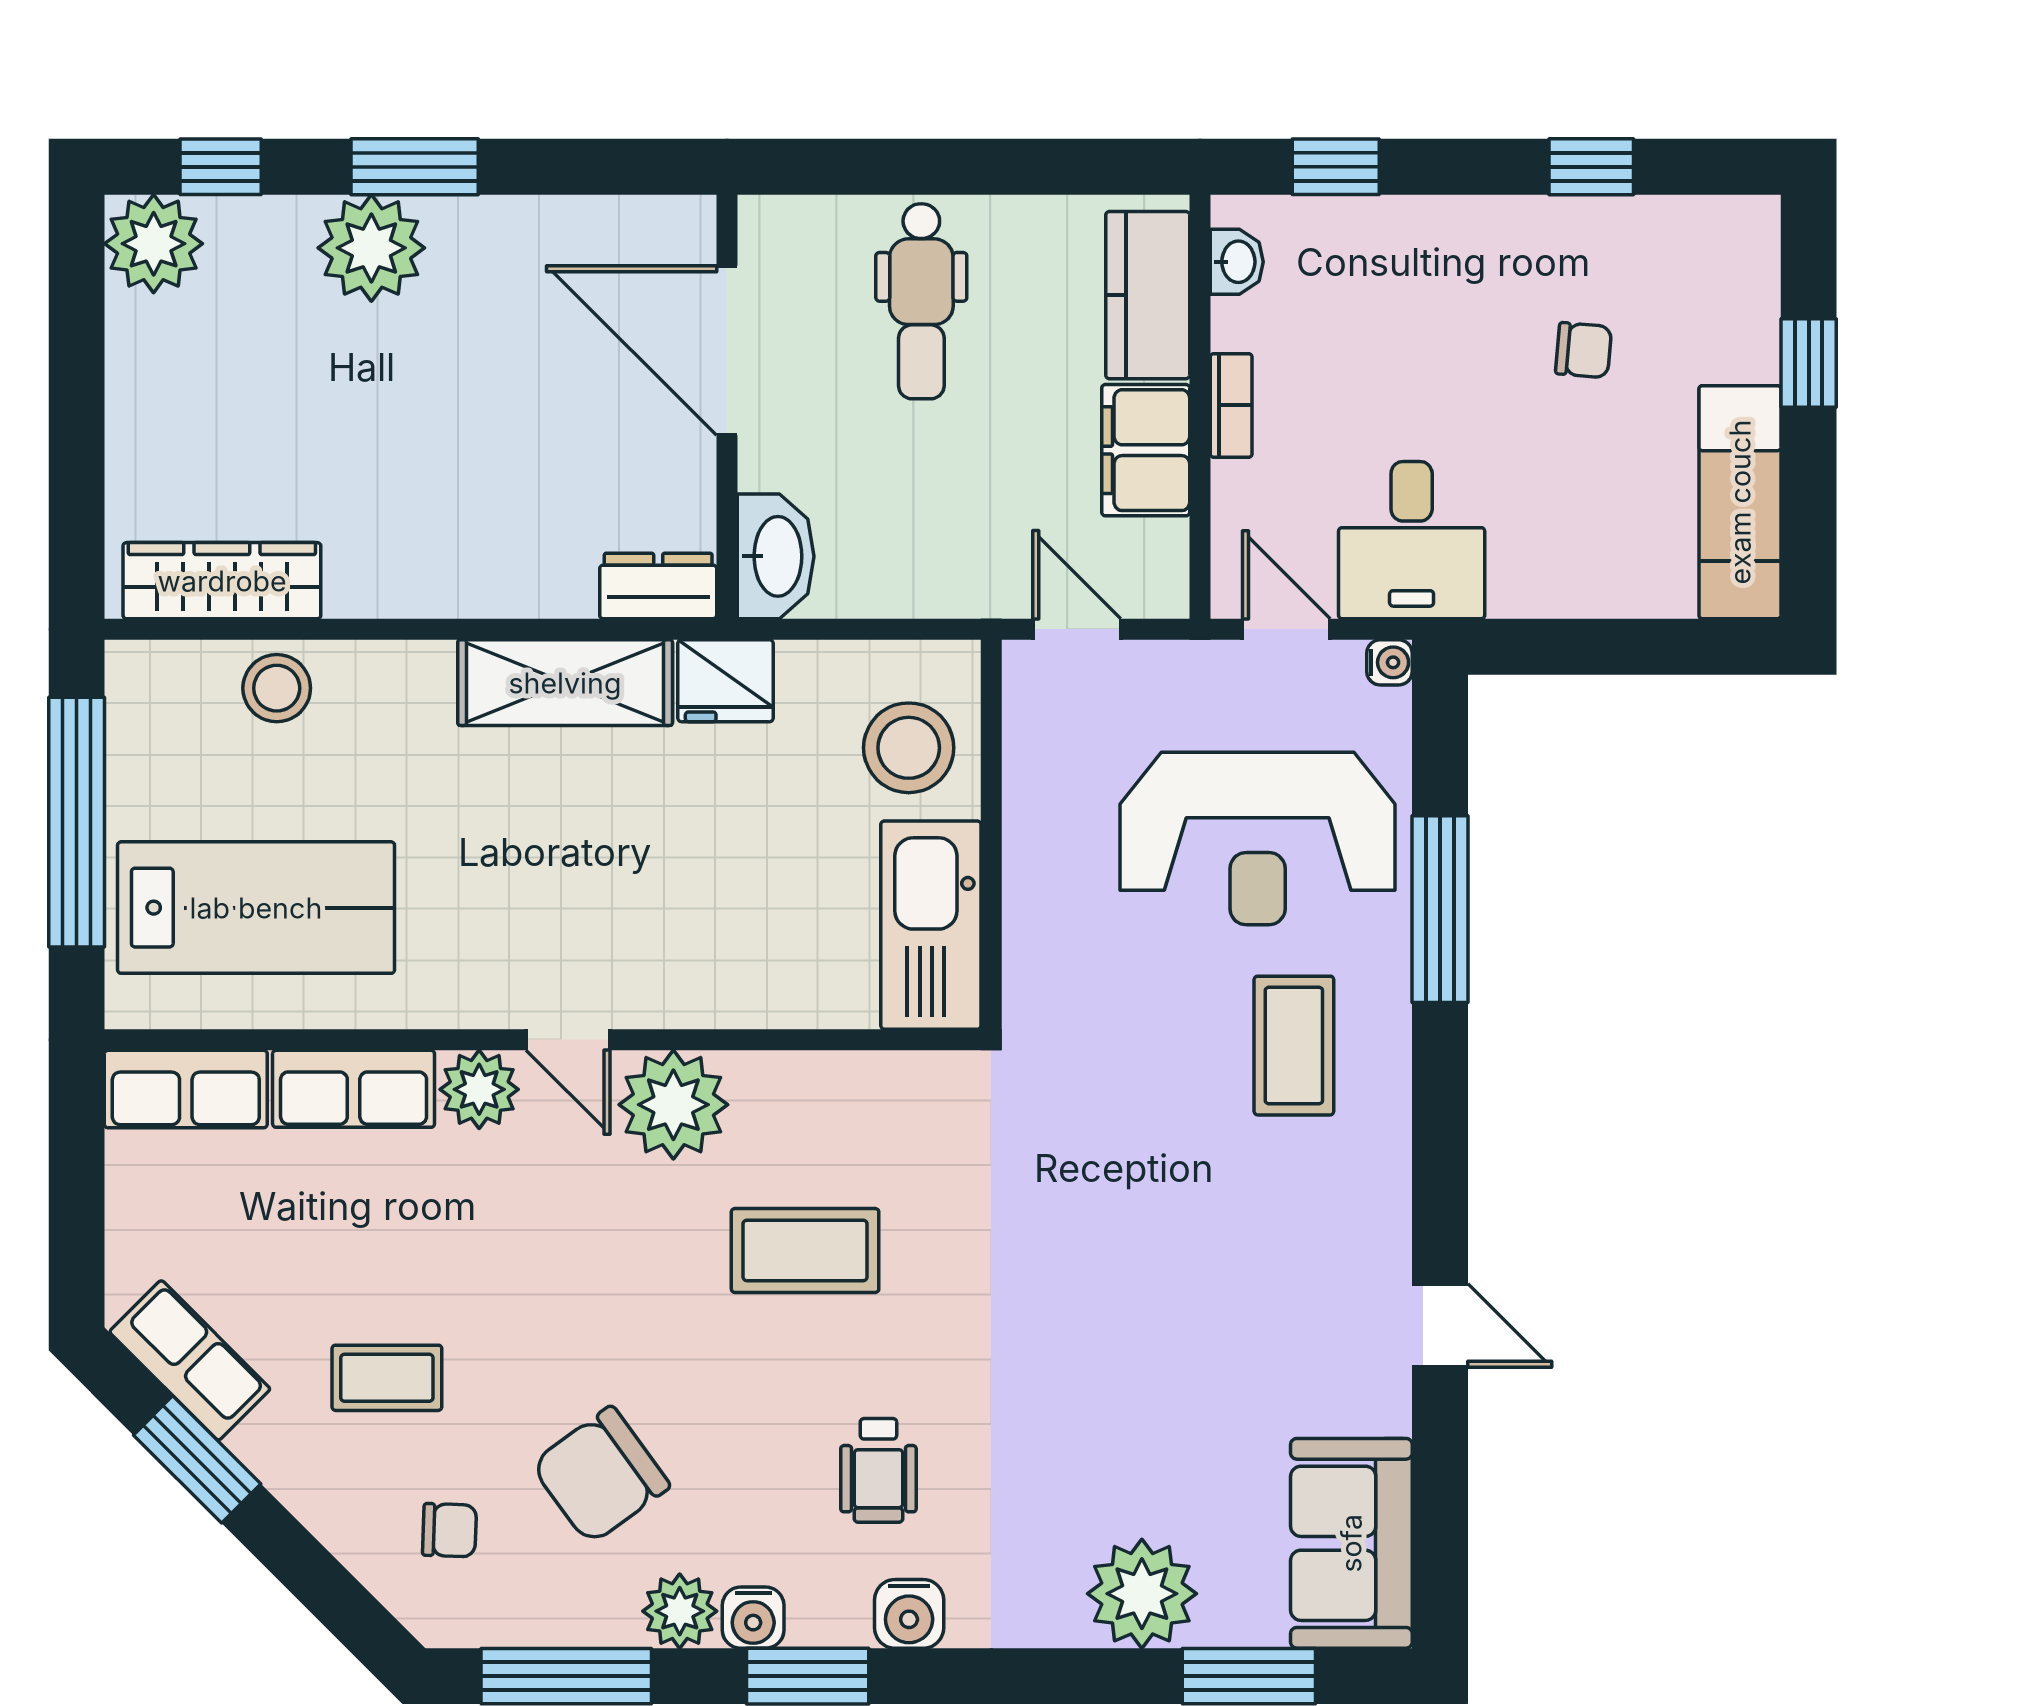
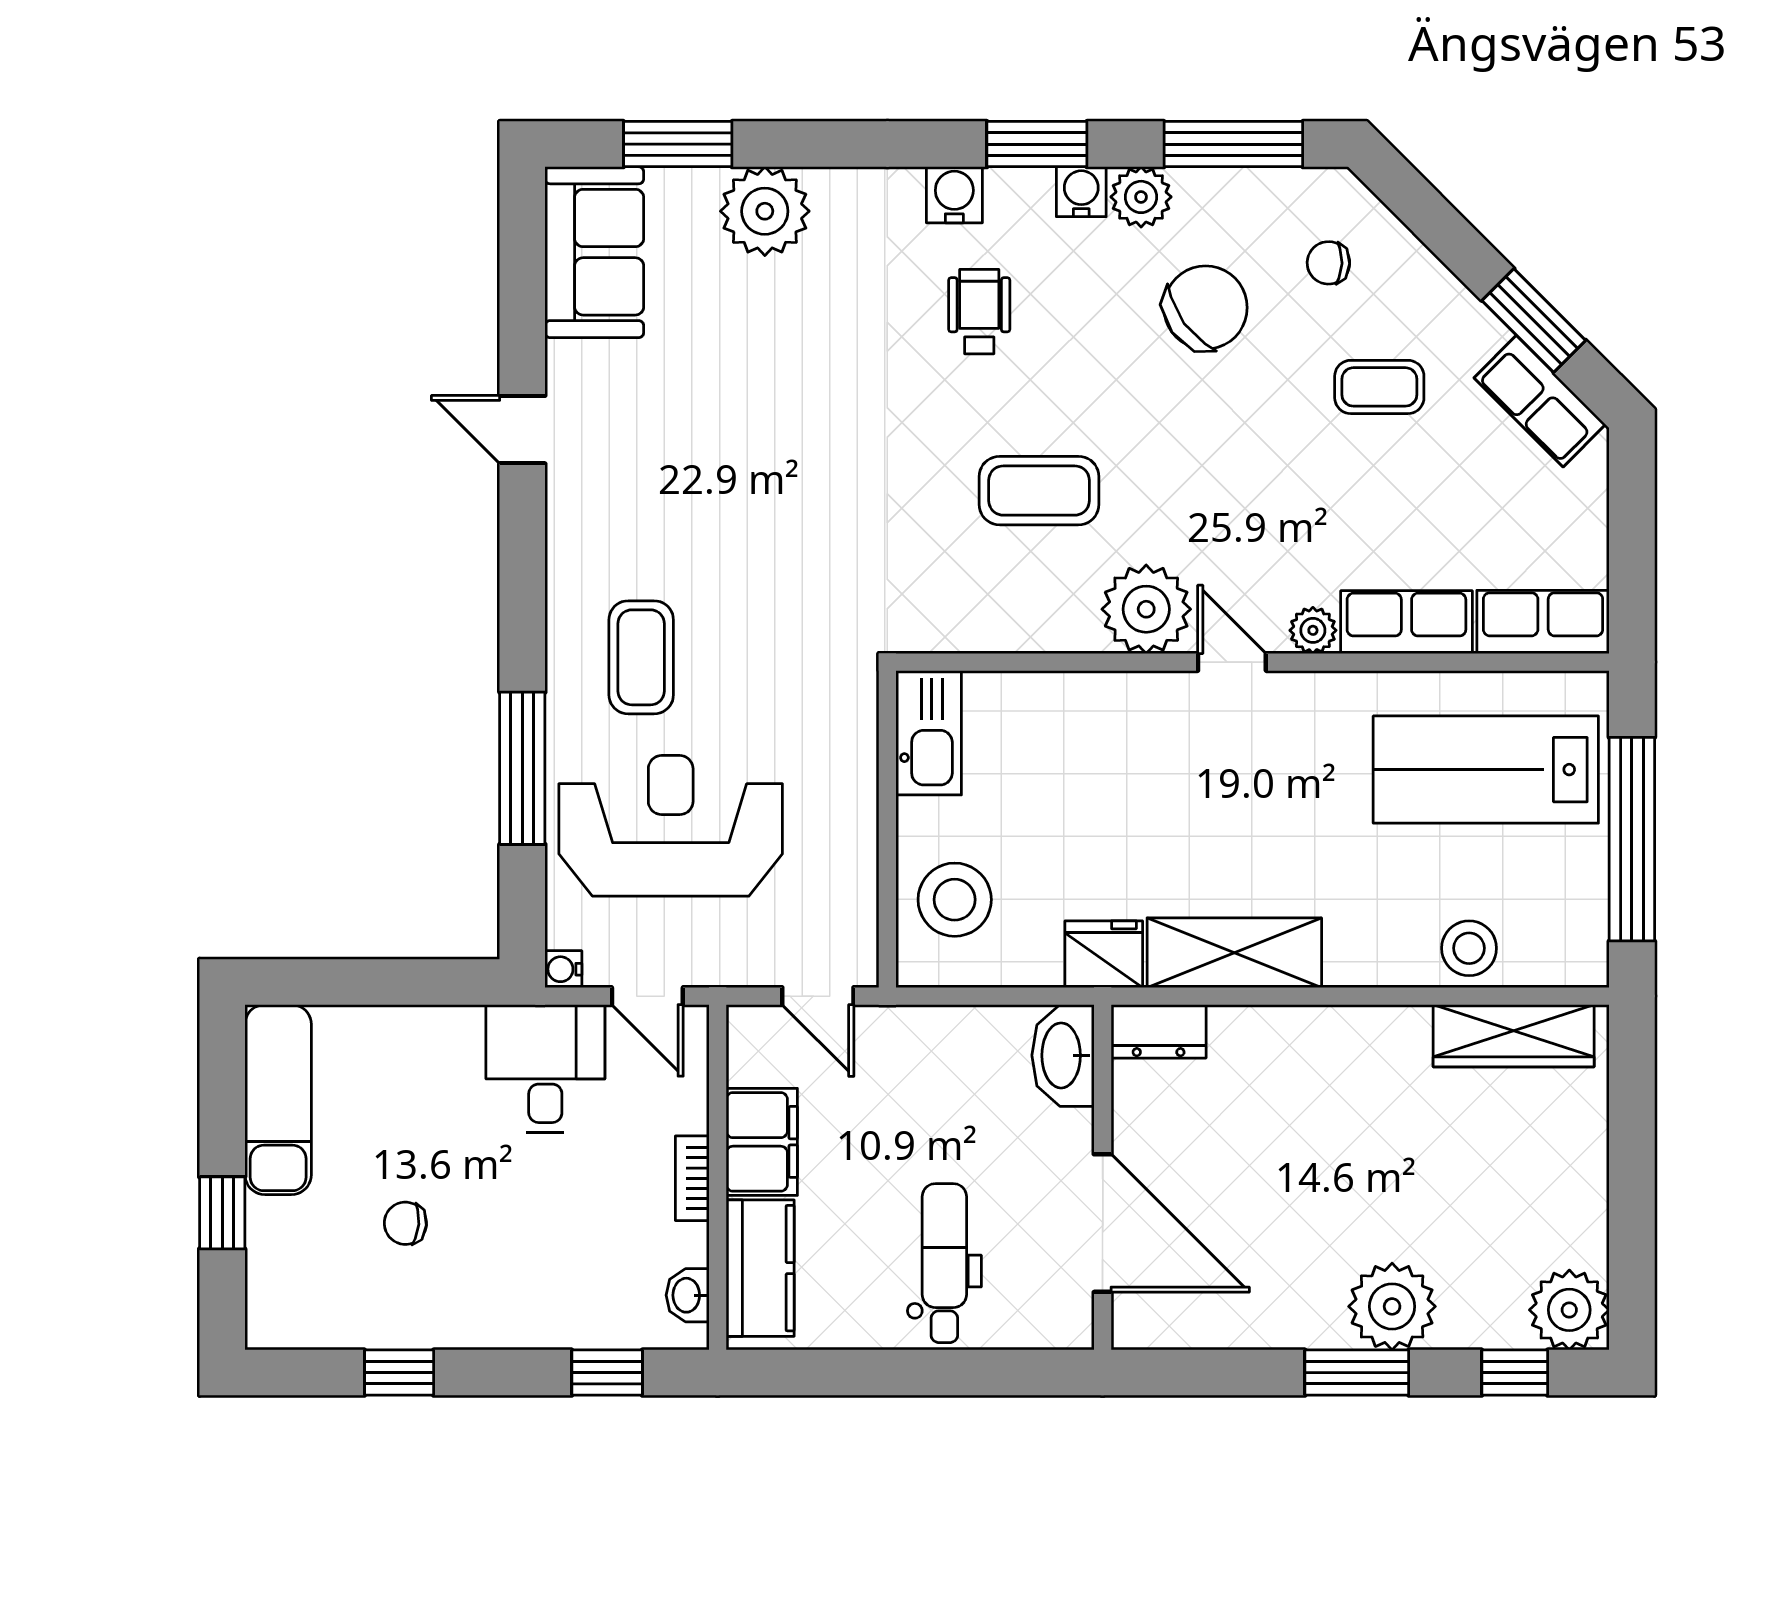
kitchen sink: (931, 925) -> (929, 733), width x0.73, depth x0.81
plant: (479, 1089) -> (1313, 630), width x0.73, depth x0.73

